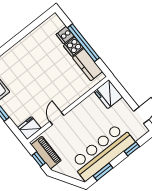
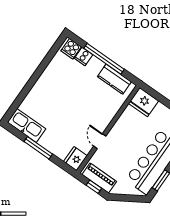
cooker: (73, 47) -> (71, 49), moved

